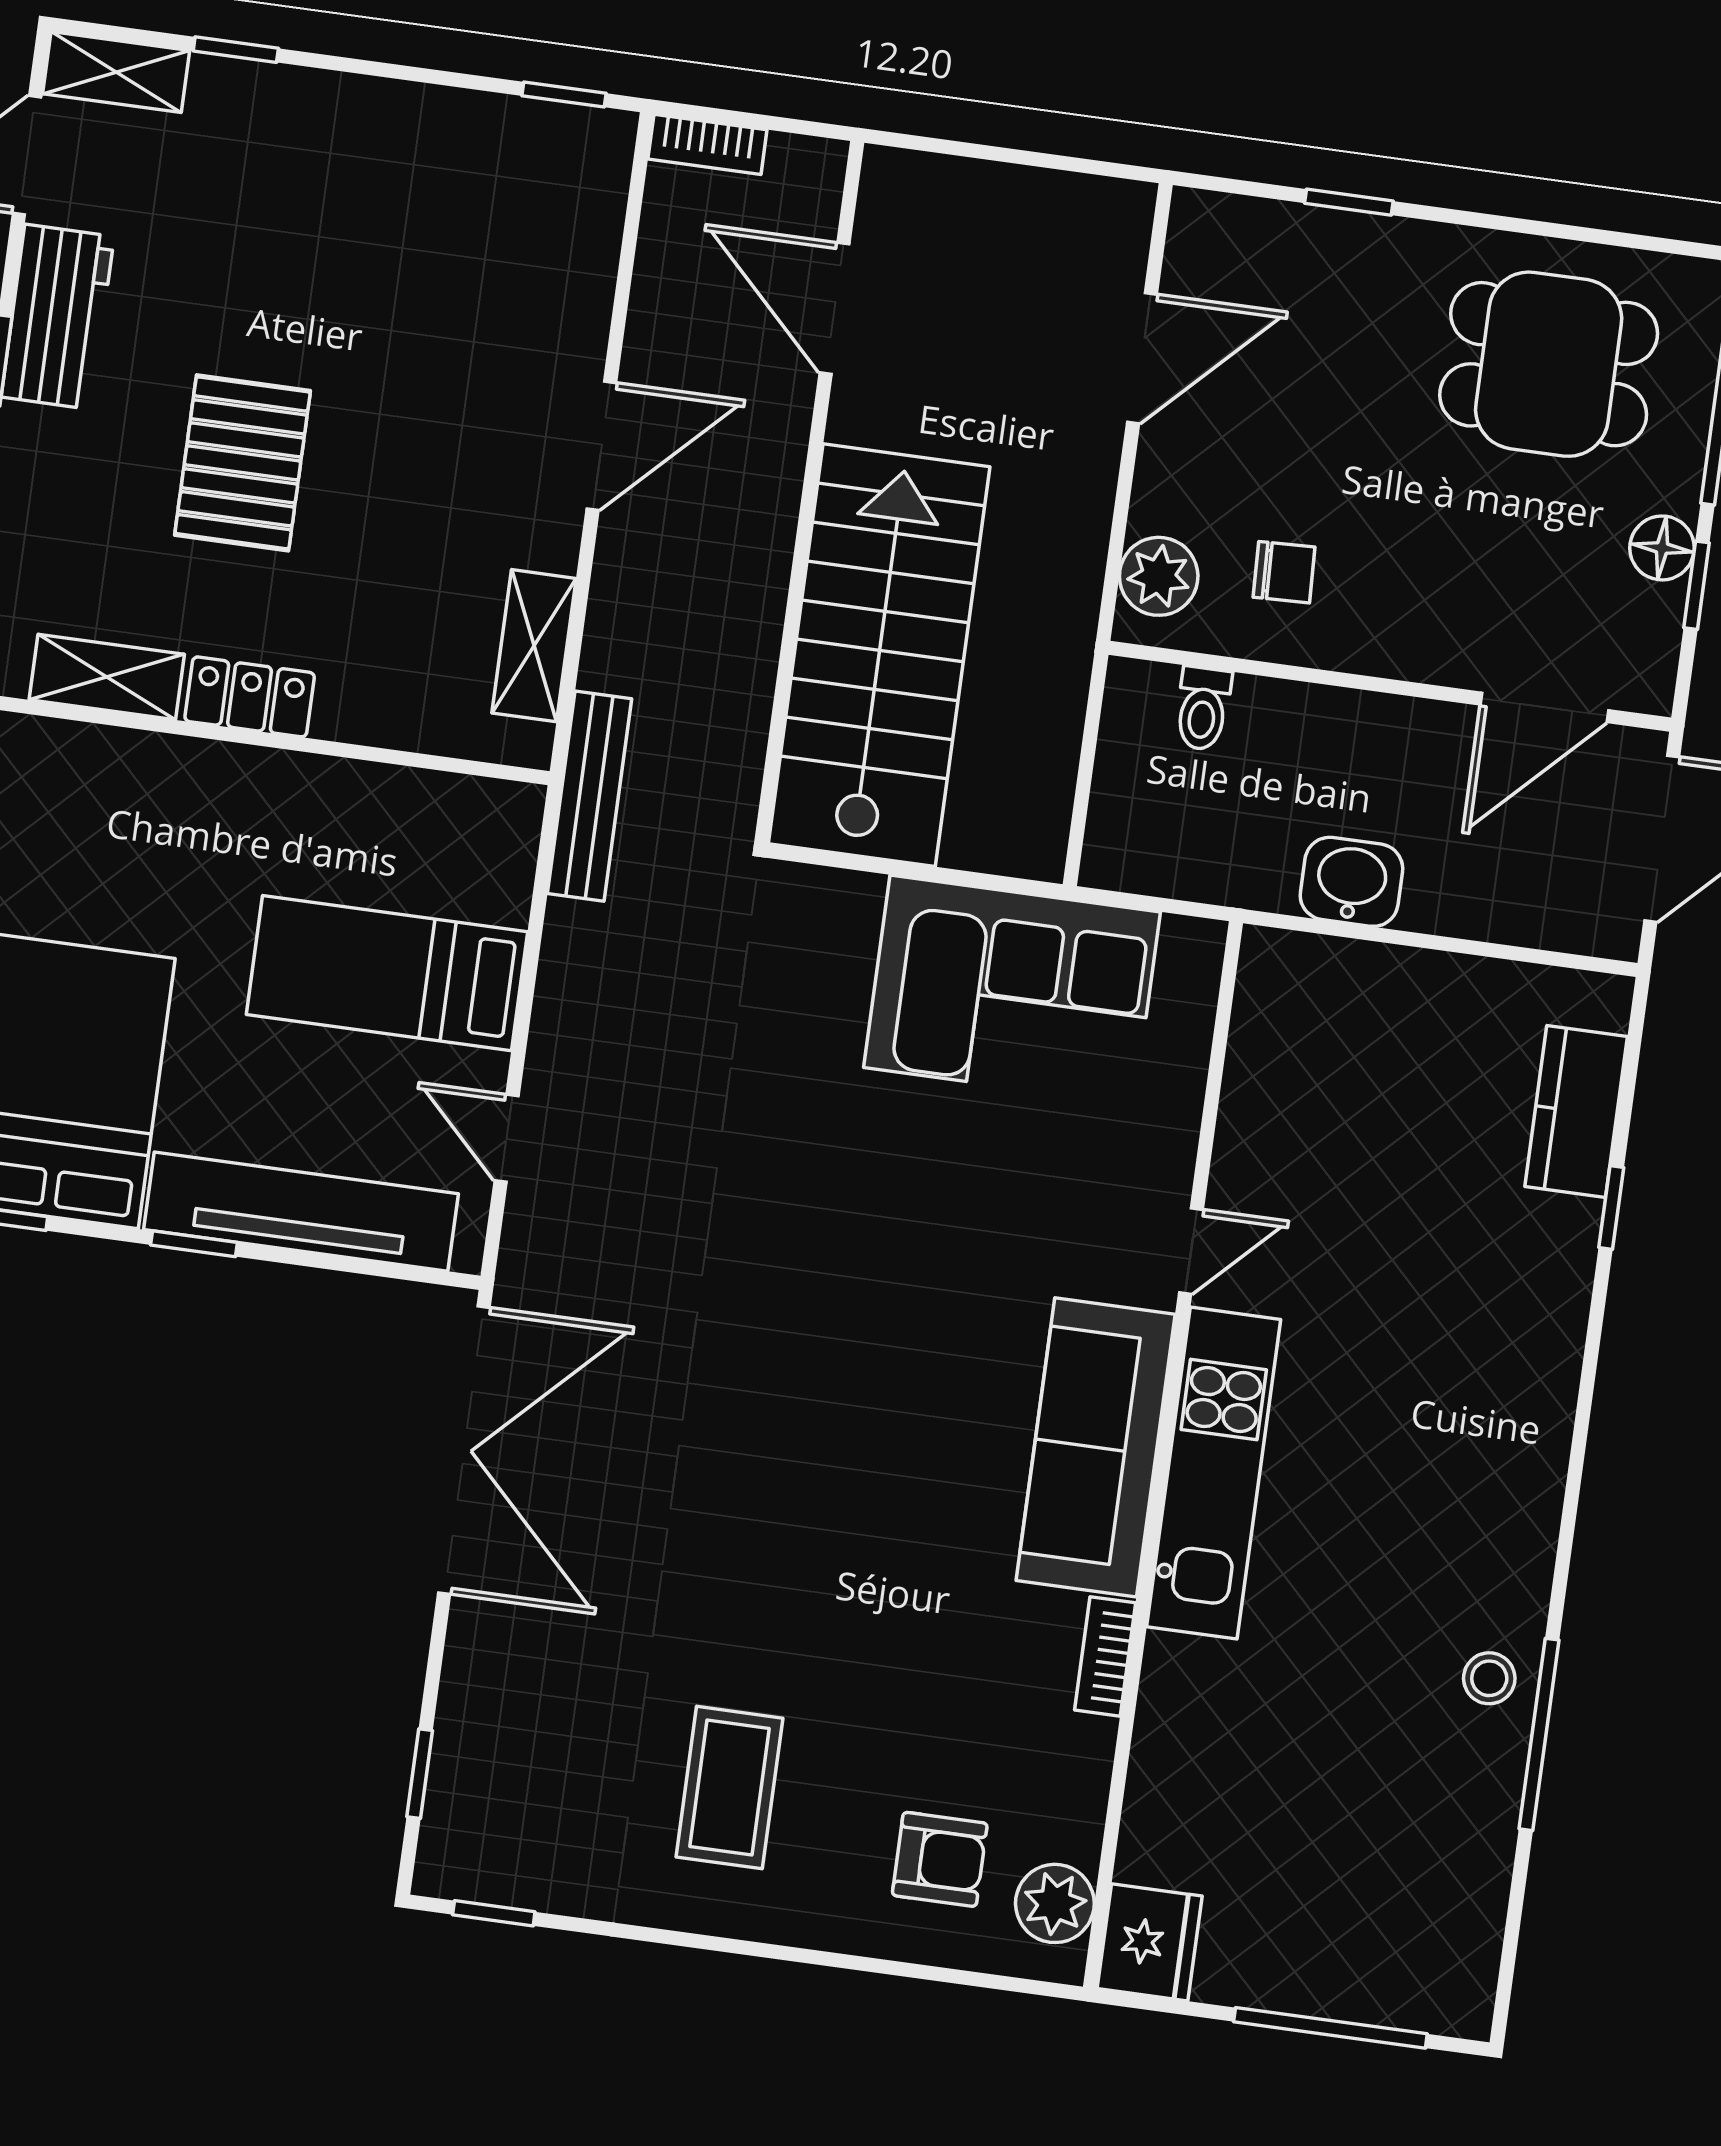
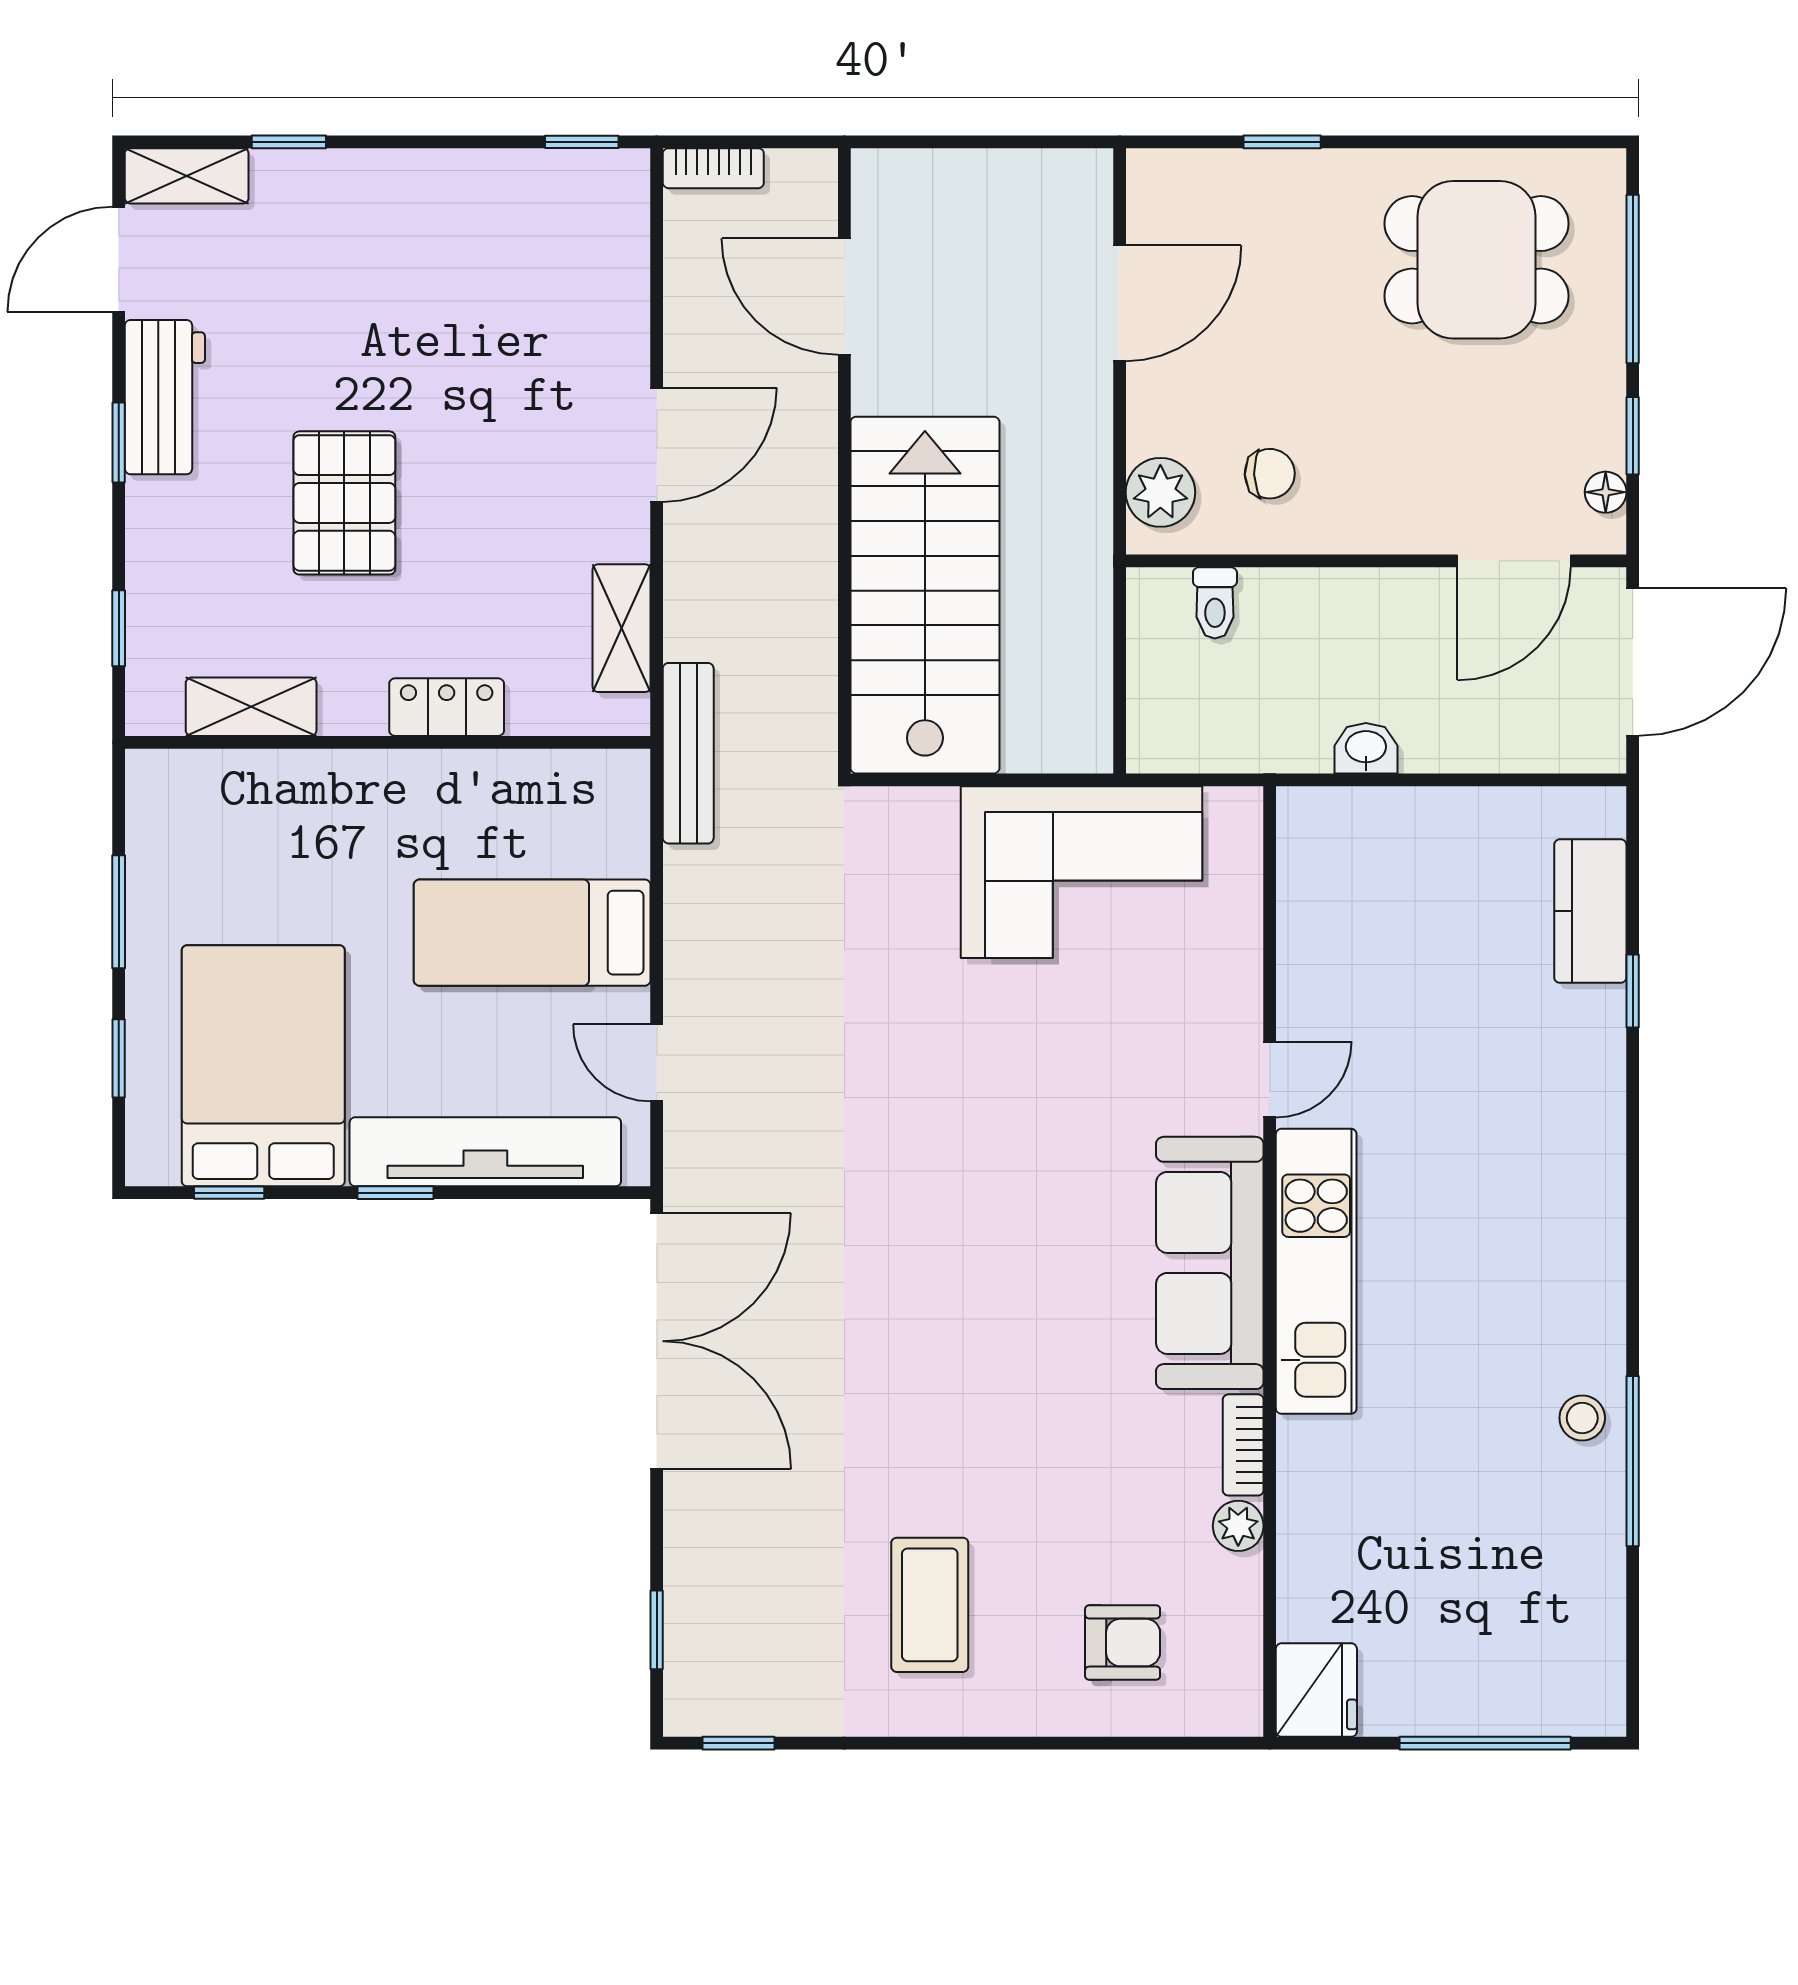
floor lamp: (1662, 548) -> (1606, 492), moved, width x0.73, depth x0.73
locker: (250, 697) -> (447, 707), moved
washbasin: (1351, 882) -> (1366, 748), width x0.72, depth x0.69
plant: (1055, 1903) -> (1238, 1526), moved, width x0.73, depth x0.73

